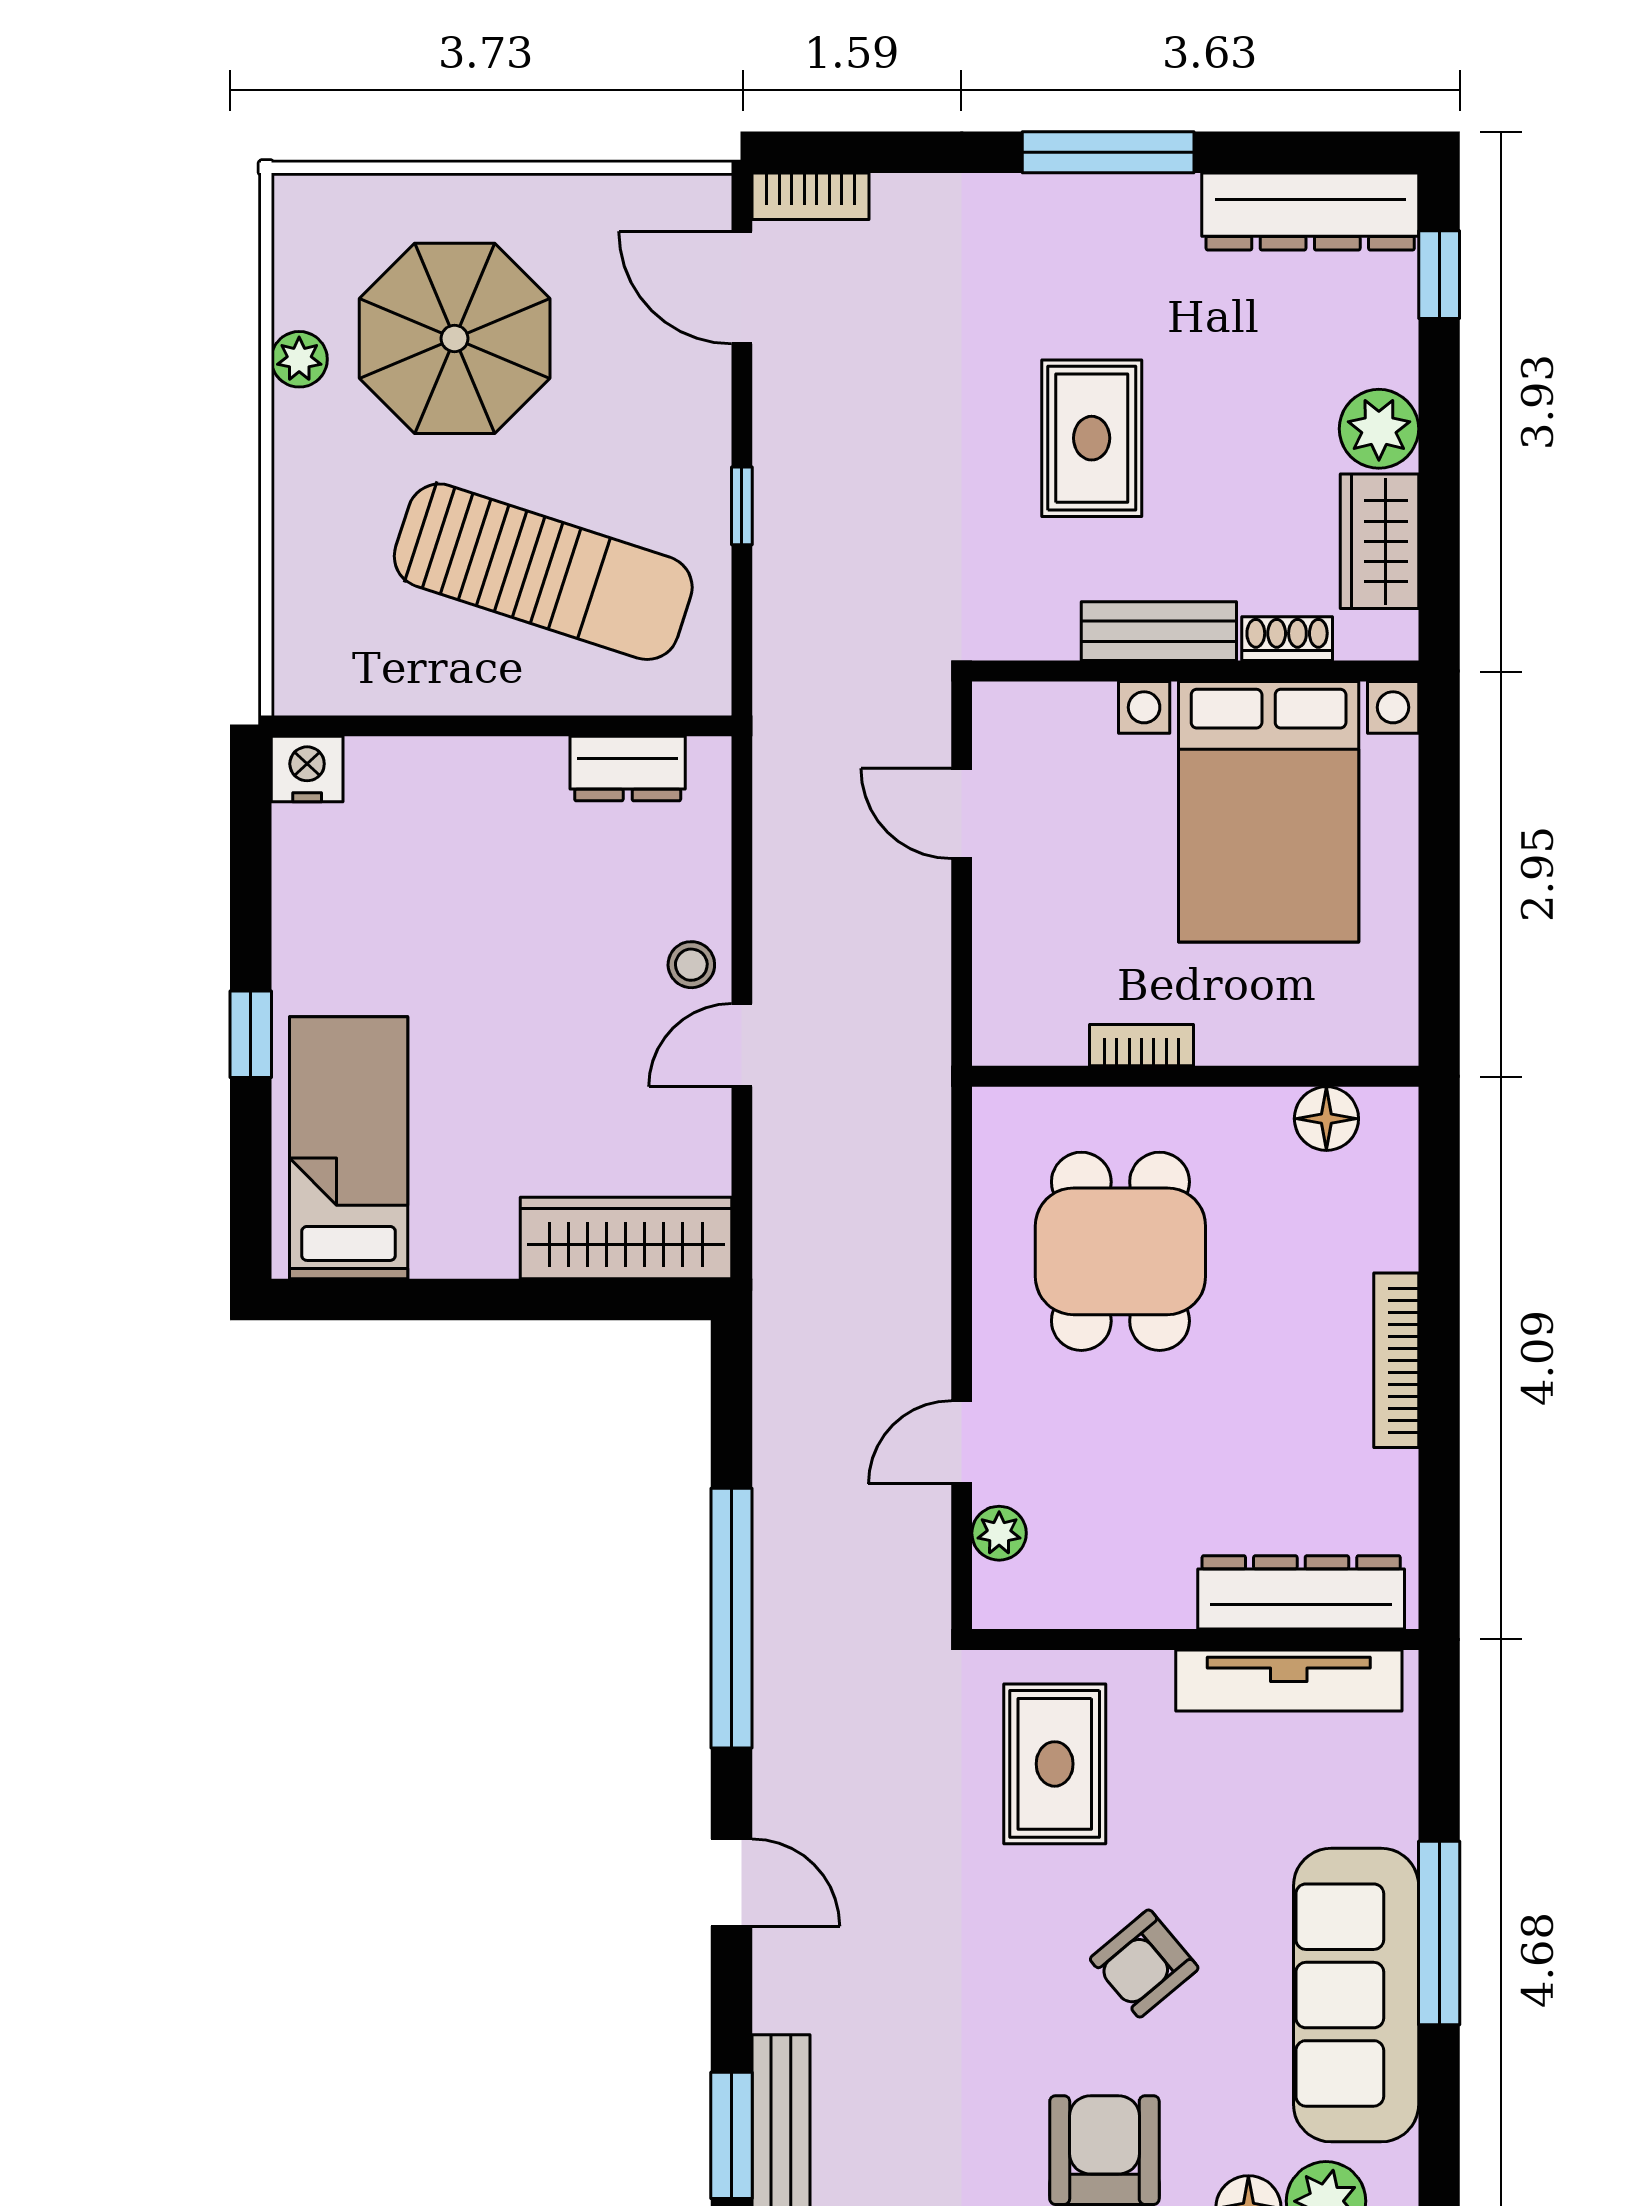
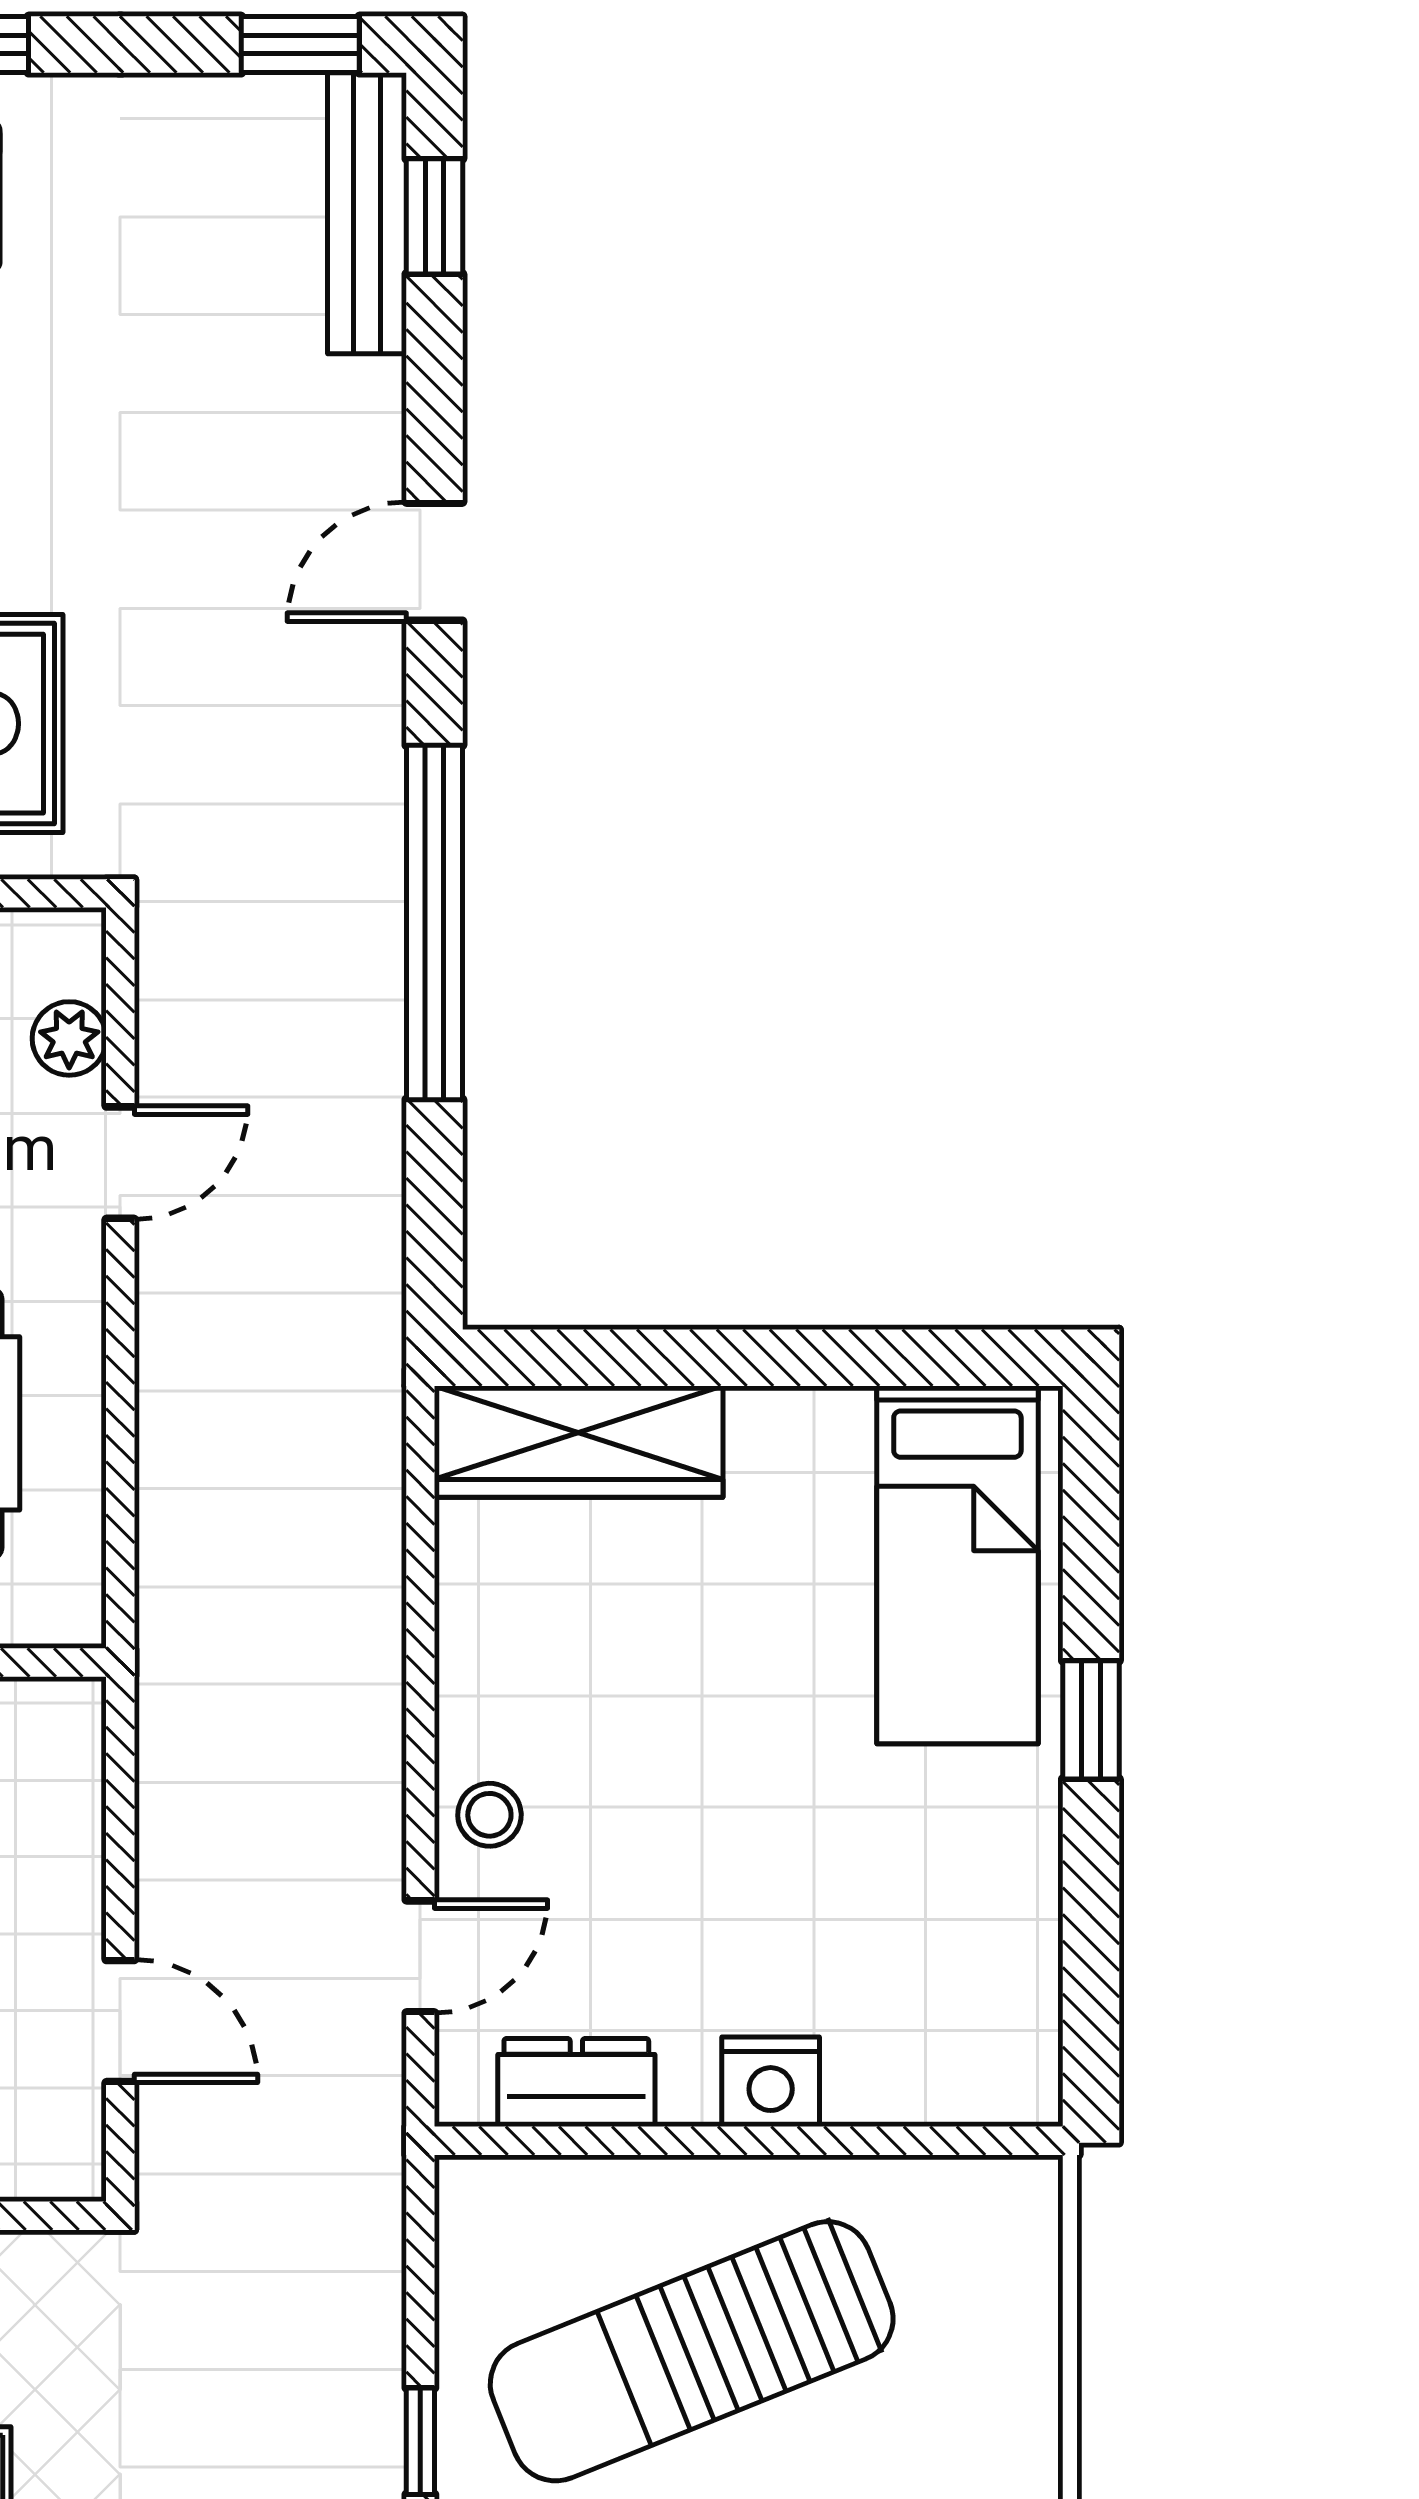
sun lounger: (543, 572) -> (692, 2351), turned -40
nightstand: (307, 769) -> (771, 2082), moved
door: (742, 1045) -> (420, 1956), moved
door: (732, 1882) -> (434, 562), hinge flipped
window: (732, 2135) -> (434, 216), width x0.67

